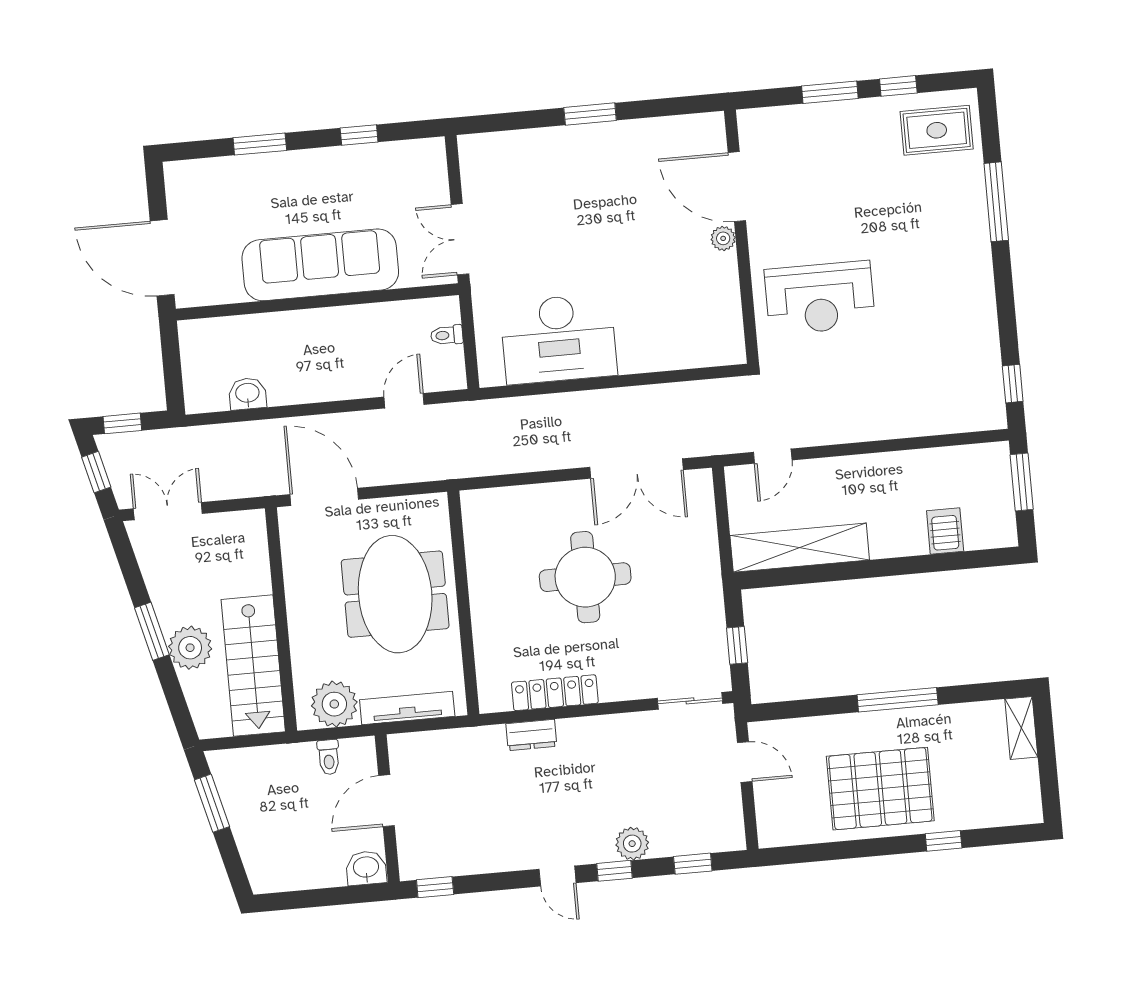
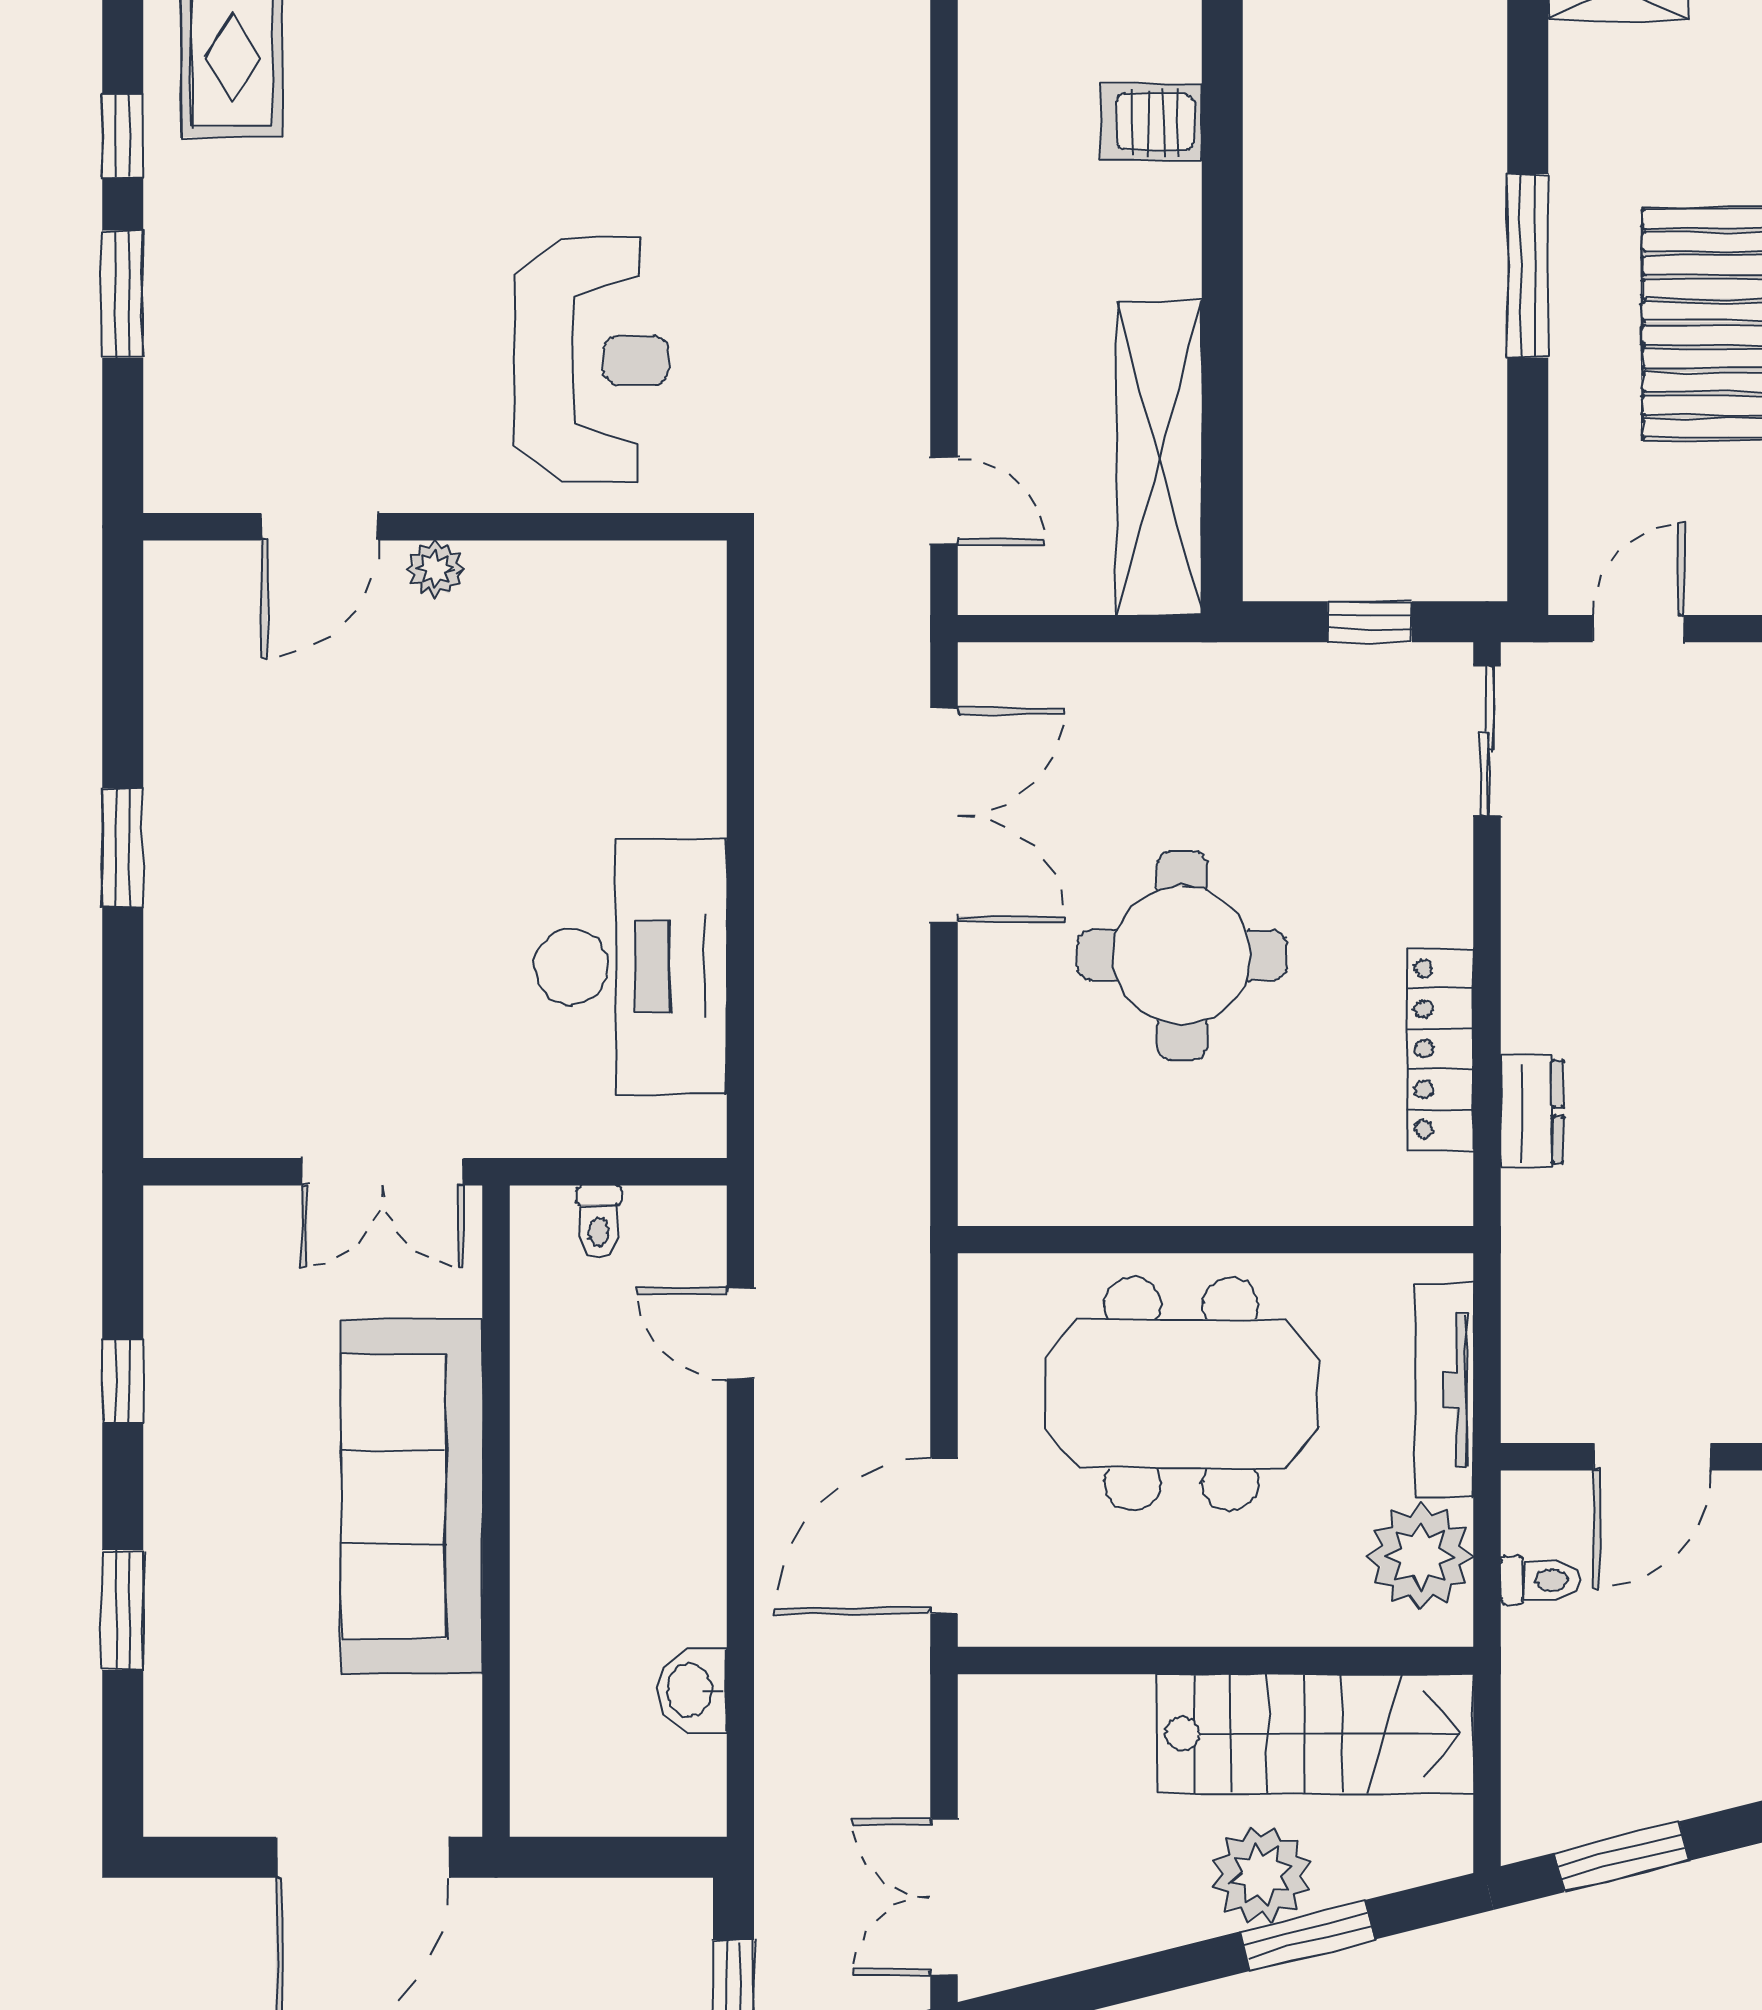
door: (737, 187) -> (320, 527), width x0.73
window: (152, 631) -> (1307, 1936), moved
door: (386, 801) -> (1652, 1457), hinge flipped

